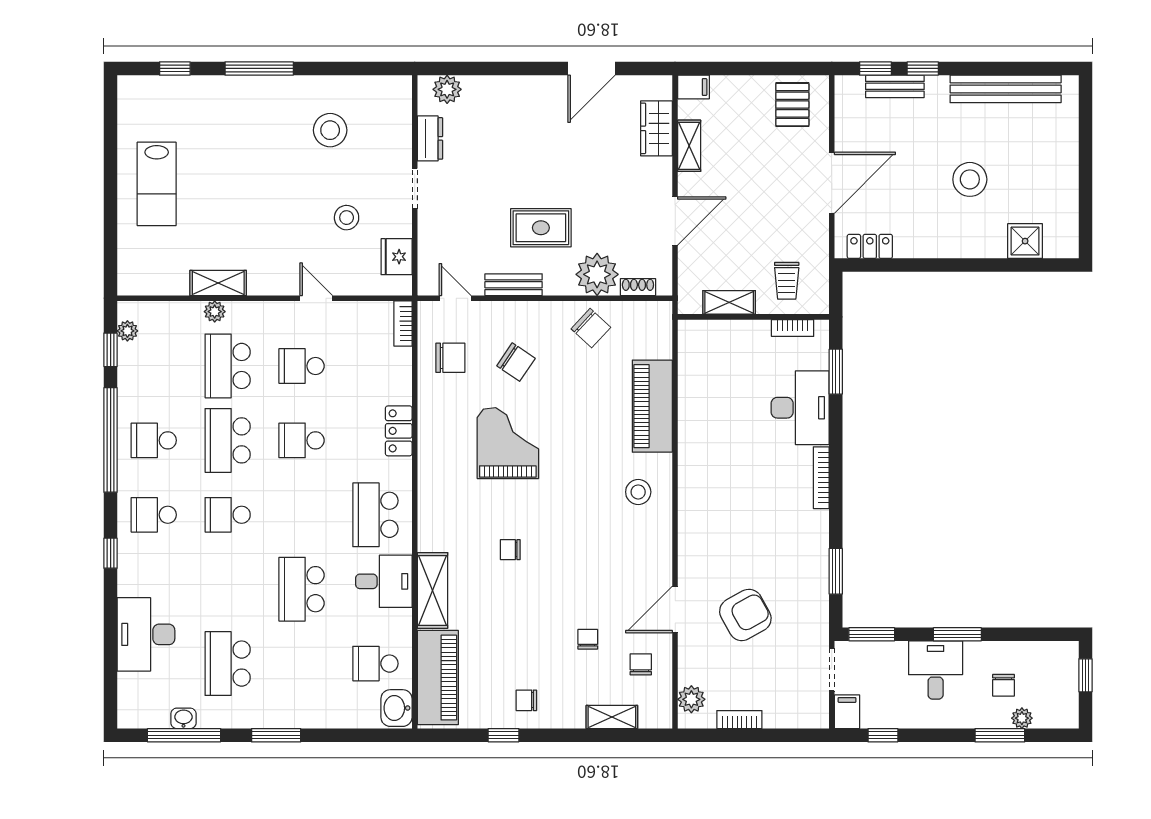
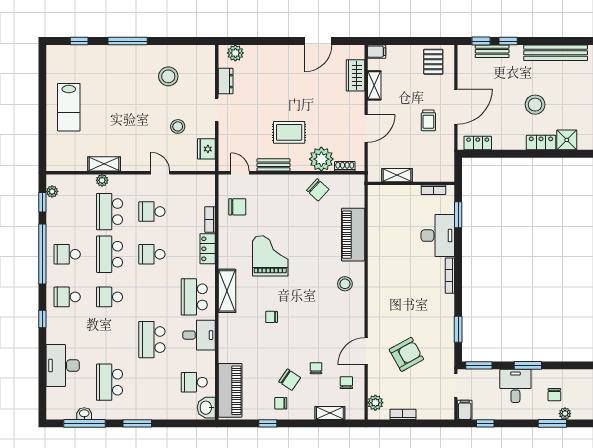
locker: (980, 246) -> (541, 143), added
trolley: (787, 281) -> (428, 120), moved
bookcase: (403, 324) -> (210, 220), moved
chair: (516, 362) -> (290, 380), moved
shelving: (432, 590) -> (227, 291), moved

